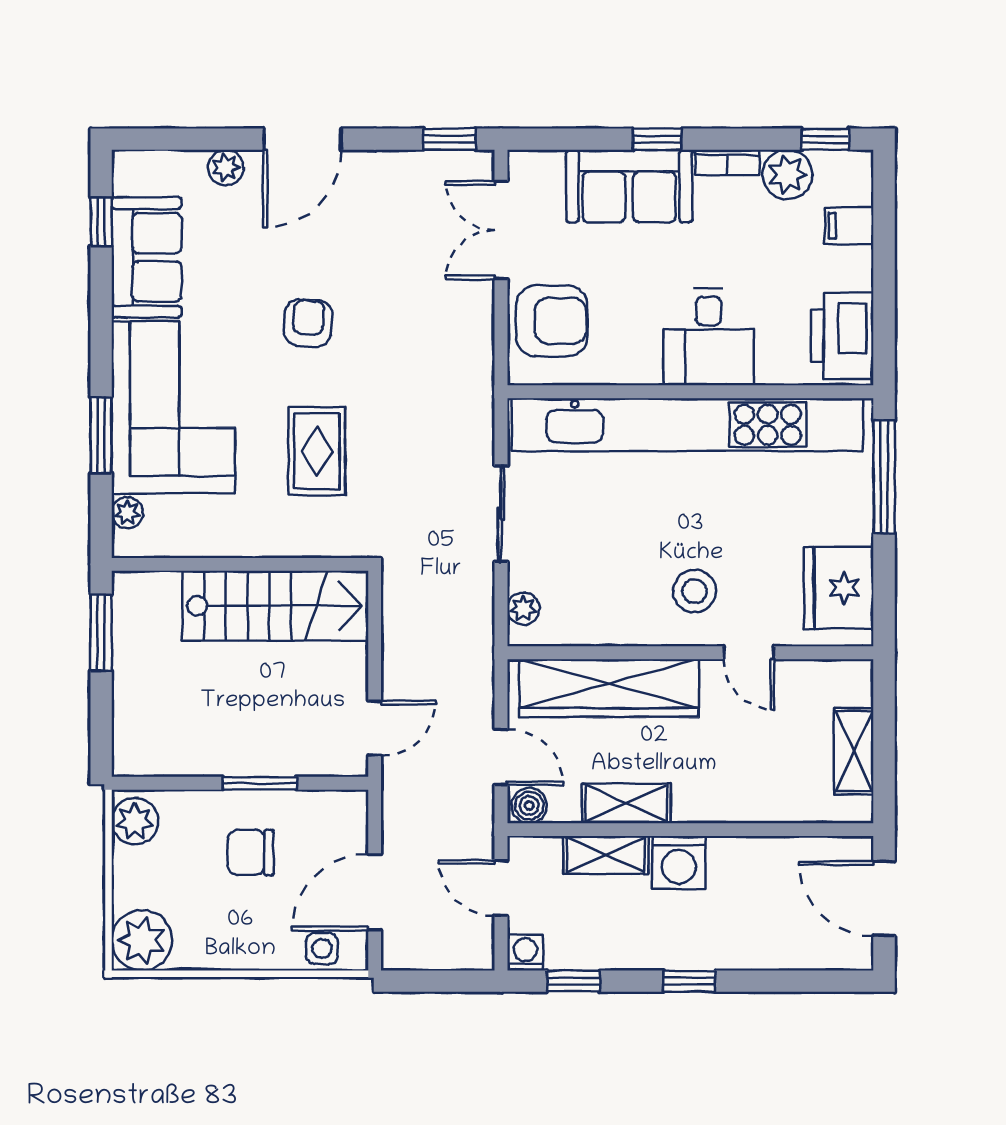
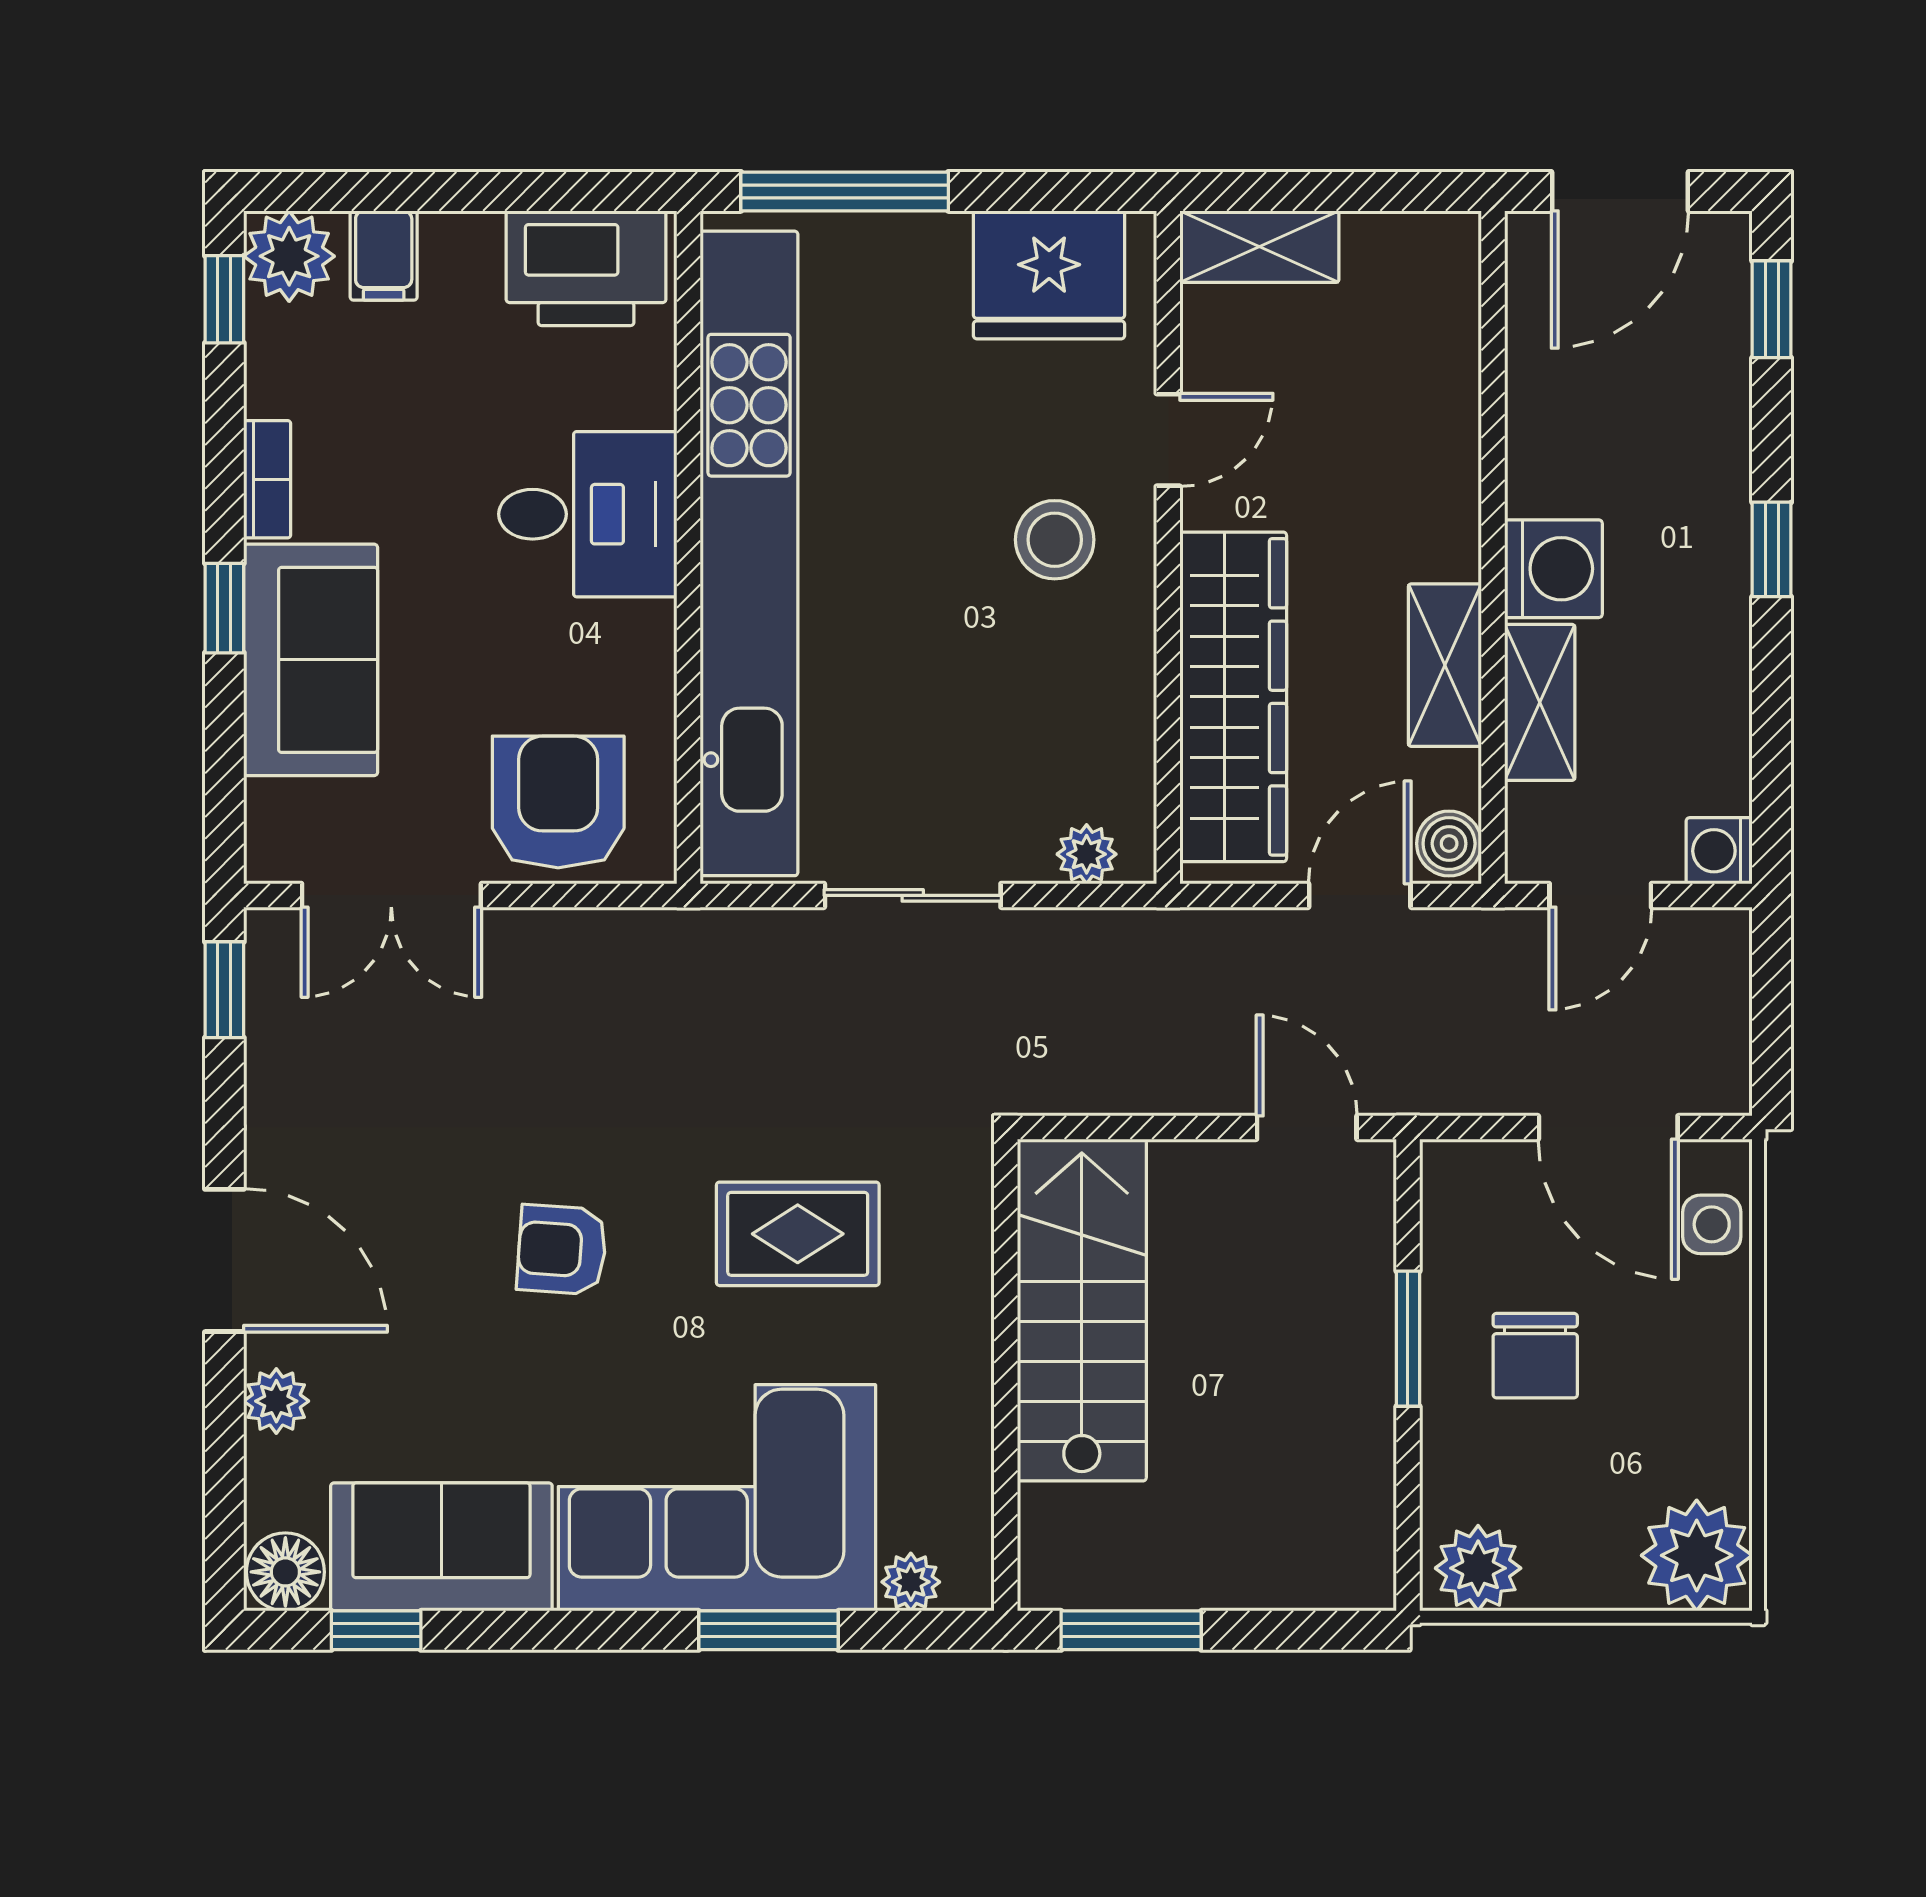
floor lamp: (133, 172) -> (285, 1572), added
plant: (787, 174) -> (289, 256), moved
shelving: (854, 752) -> (1259, 247), moved
window: (573, 981) -> (1772, 309), moved

